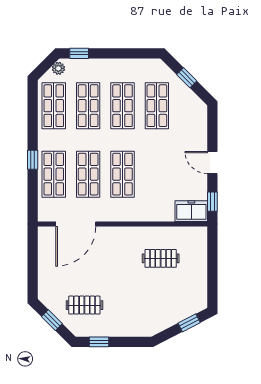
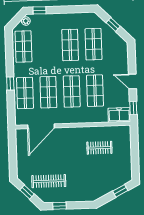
shop shelf: (88, 106) -> (95, 91), moved
clothes rail: (84, 305) -> (49, 181), width x1.36

